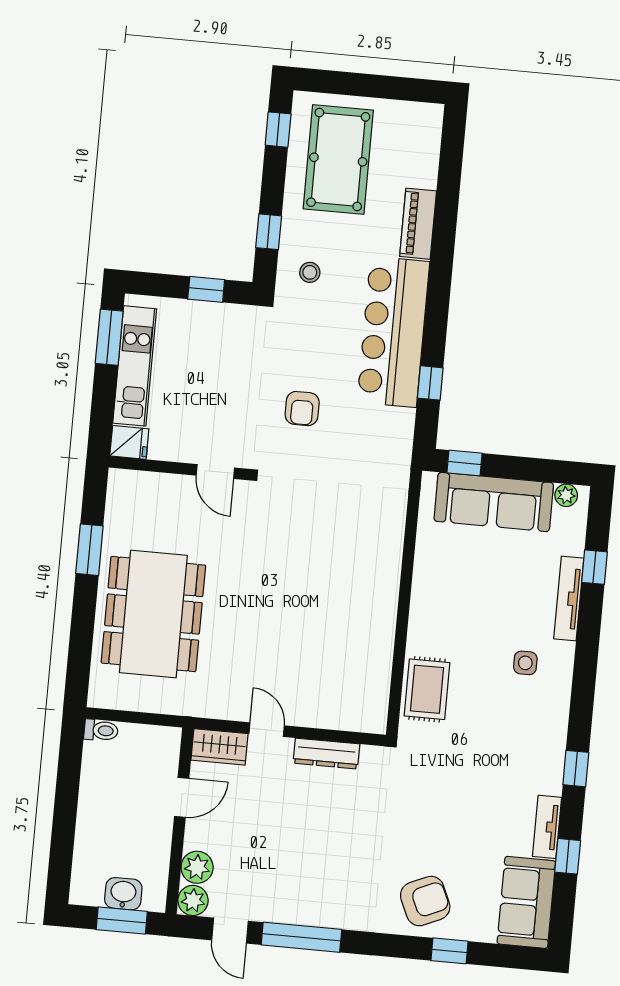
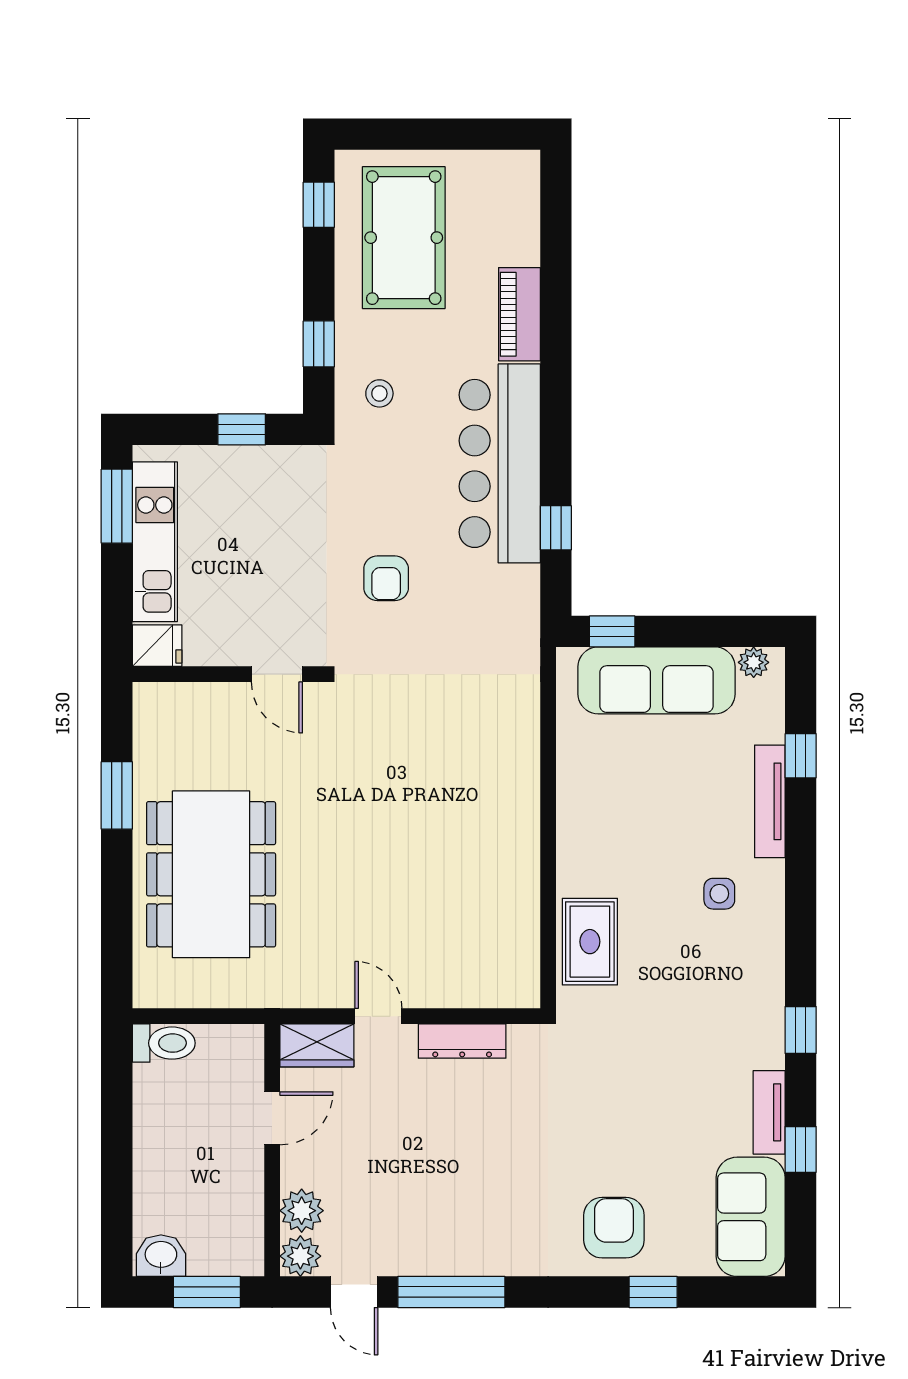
toilet: (101, 730) -> (164, 1043), width x1.37, depth x1.39
washbasin: (123, 894) -> (161, 1256), moved
armchair: (425, 901) -> (614, 1228), turned -66

